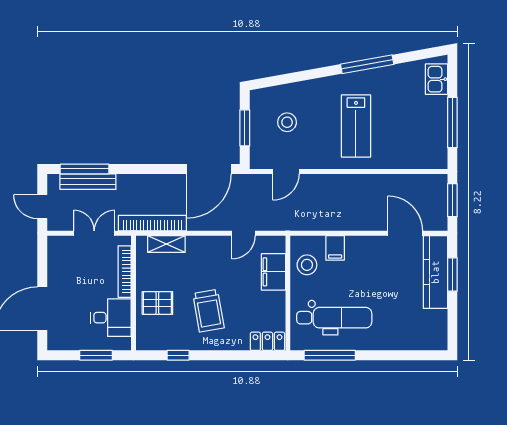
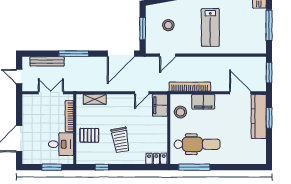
window: (85, 169) -> (74, 54), moved
bookcase: (152, 223) -> (190, 87), moved
filing cabinet: (335, 248) -> (203, 102), width x2.00
filing cabinet: (273, 272) -> (160, 105), moved

